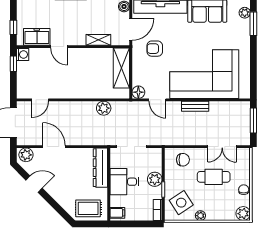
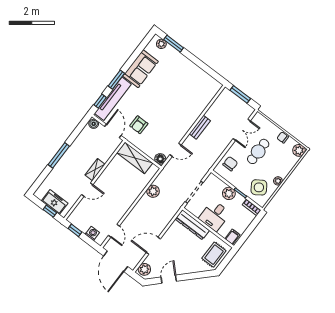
freezer: (37, 37) -> (55, 202), moved, turned 90
shelving: (98, 40) -> (95, 170), moved
washing machine: (23, 54) -> (92, 233), moved
corner sofa: (204, 74) -> (182, 104), removed

